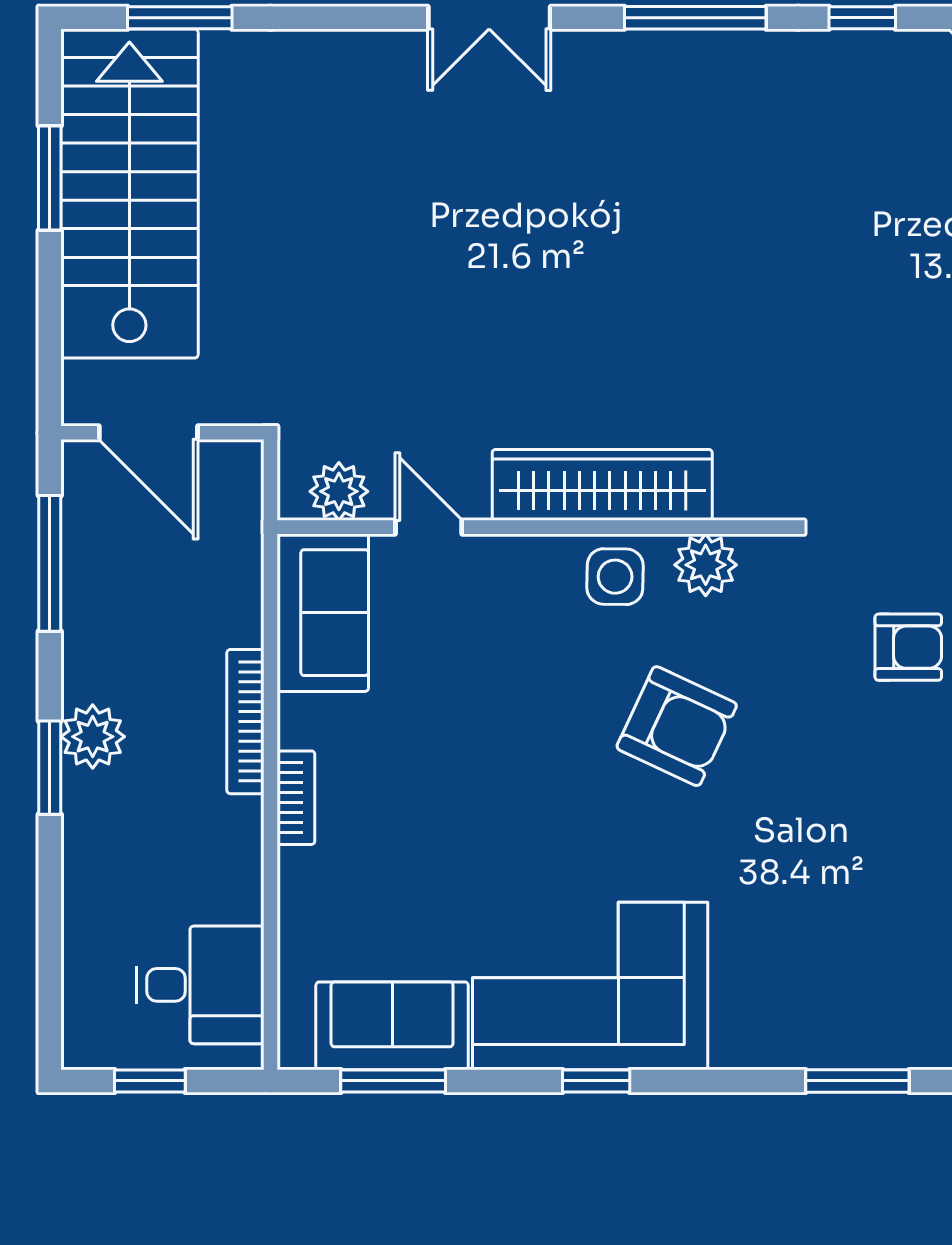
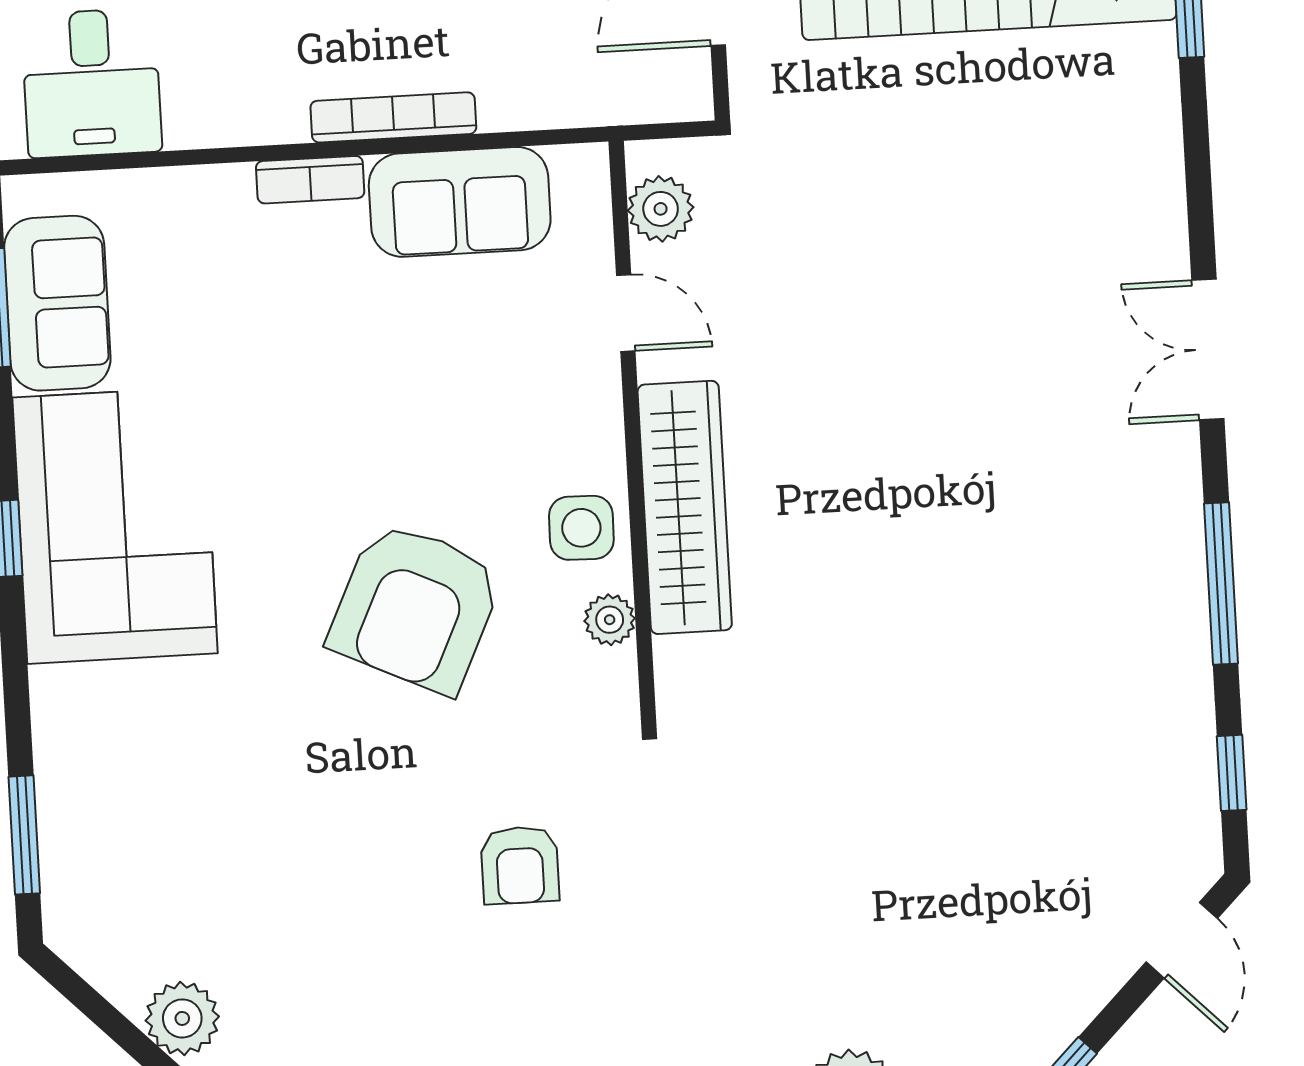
door: (429, 527) -> (626, 313), hinge flipped
plant: (706, 565) -> (610, 620), width x0.73, depth x0.73
sofa: (323, 613) -> (460, 202), moved
armchair: (677, 726) -> (416, 607), width x1.36, depth x1.36

